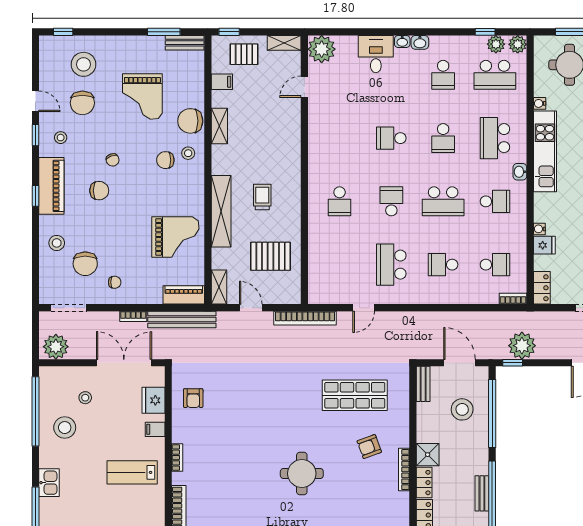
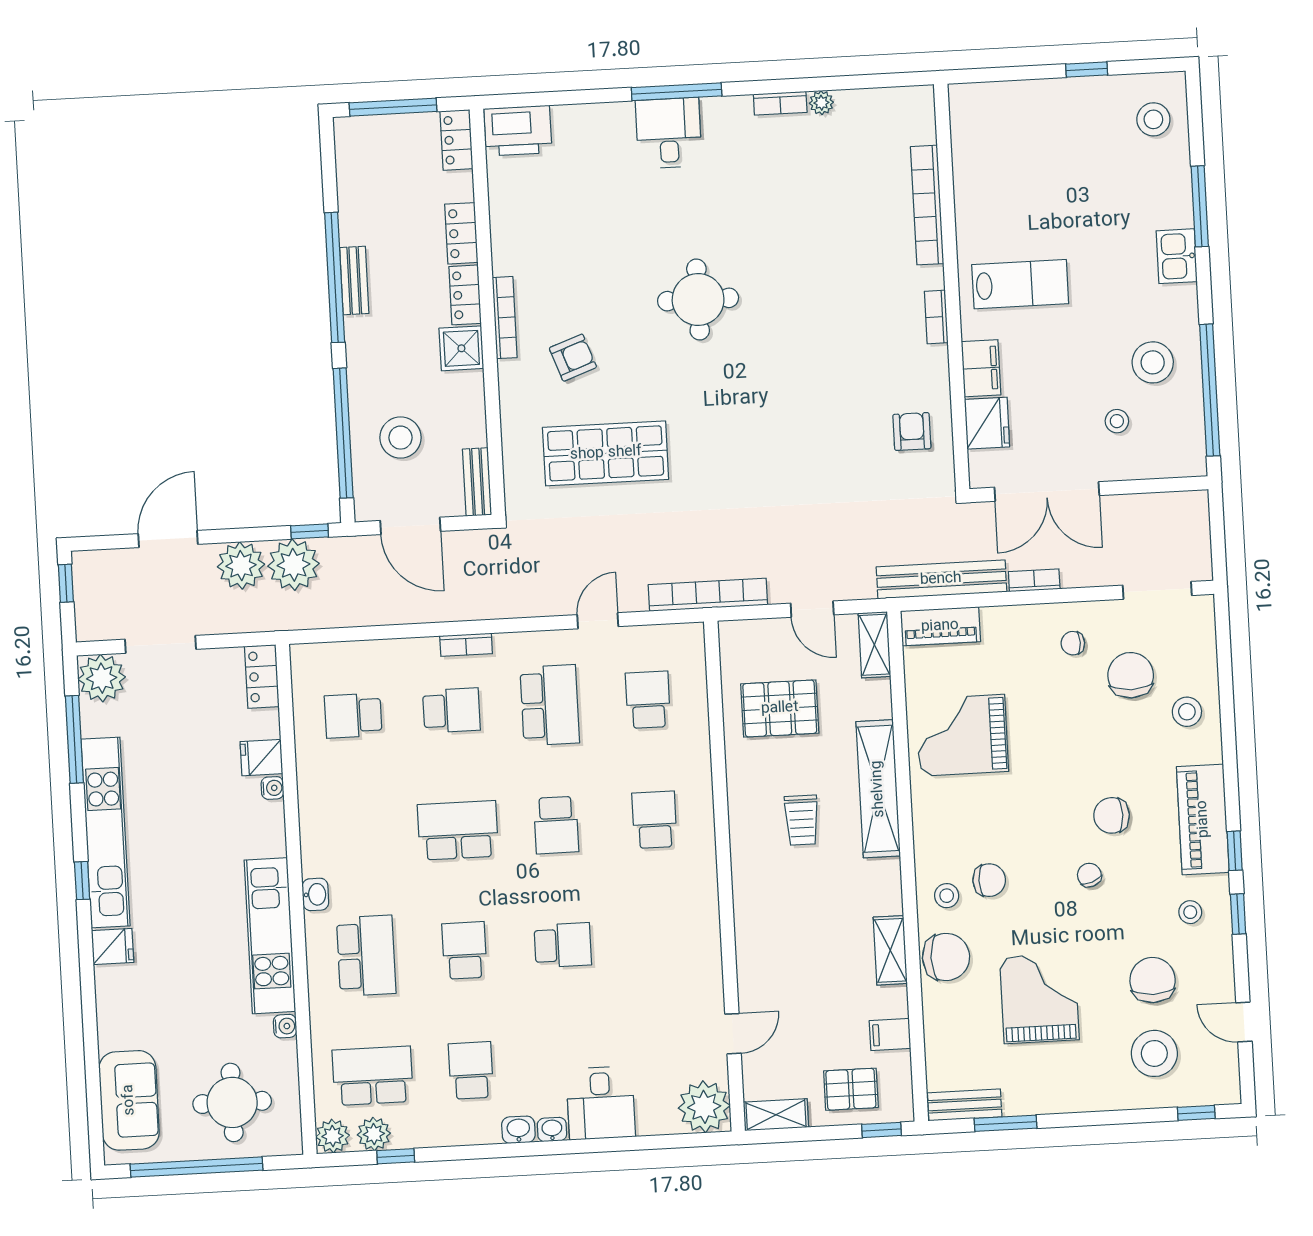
door: (36, 101) -> (1244, 1022), moved
window: (36, 196) -> (1235, 851), moved
school desk: (495, 201) -> (648, 700), moved, turned 90
bookcase: (513, 299) -> (466, 645), moved
plant: (56, 347) -> (241, 566), moved
filing cabinet: (155, 429) -> (981, 368), width x2.00

